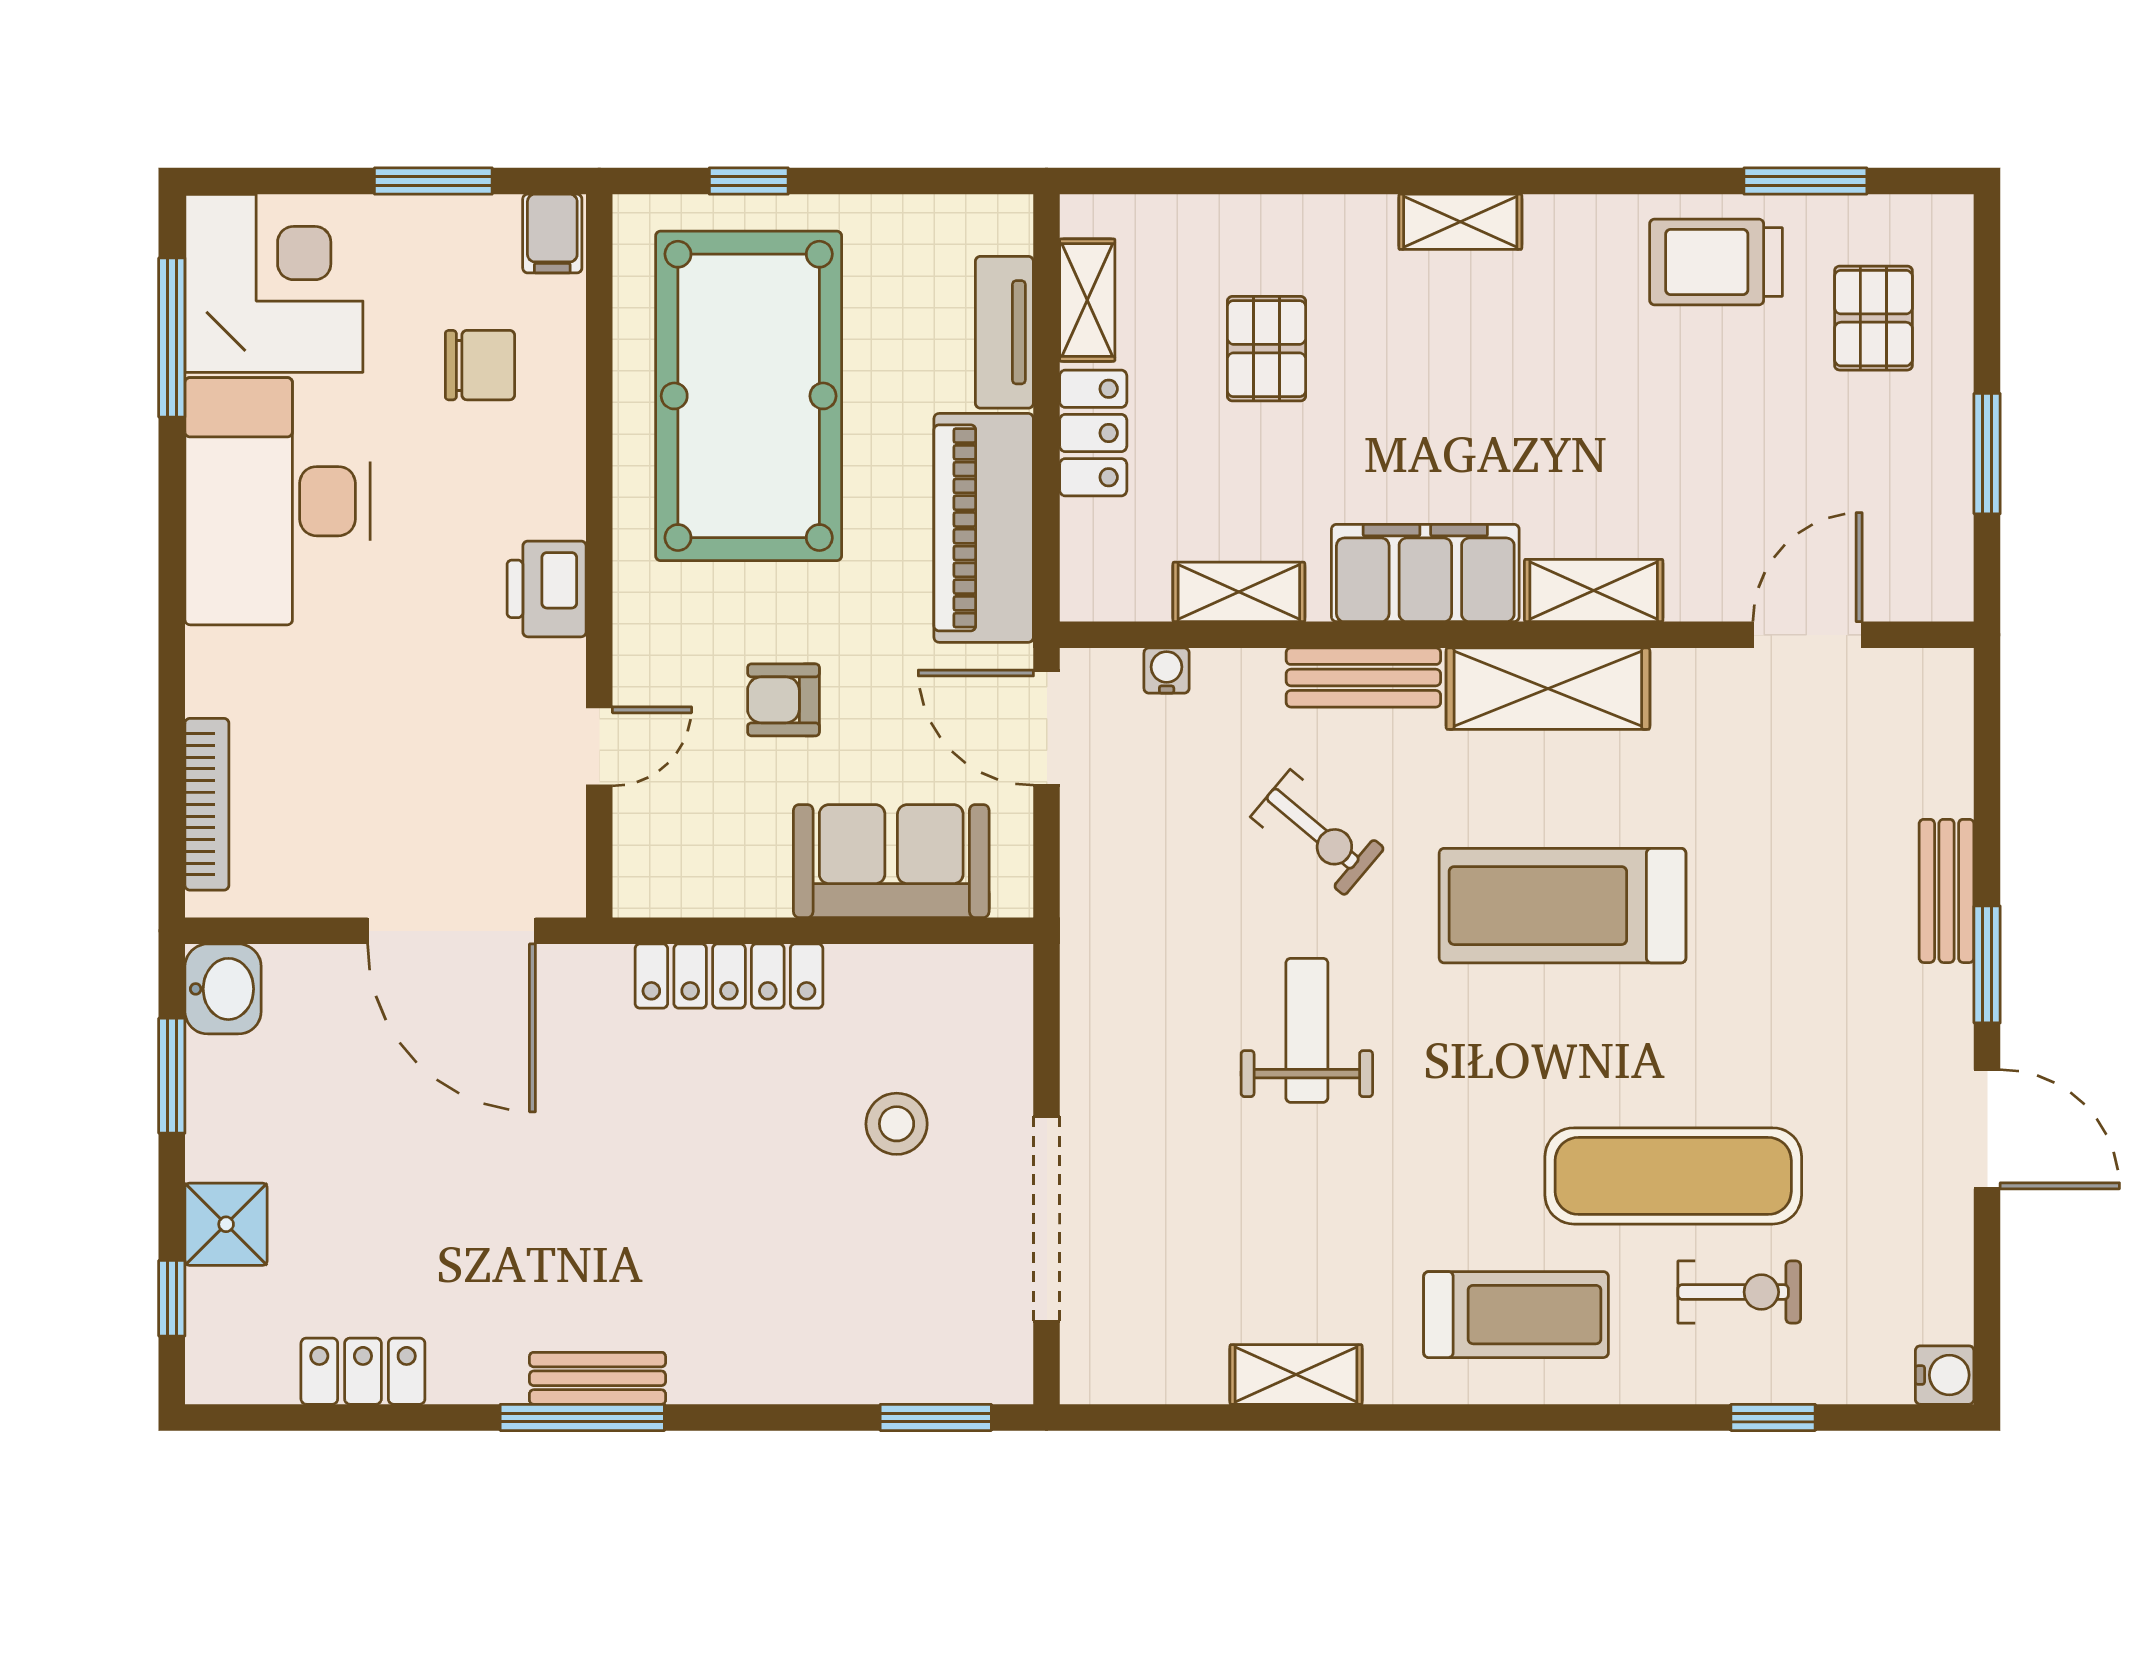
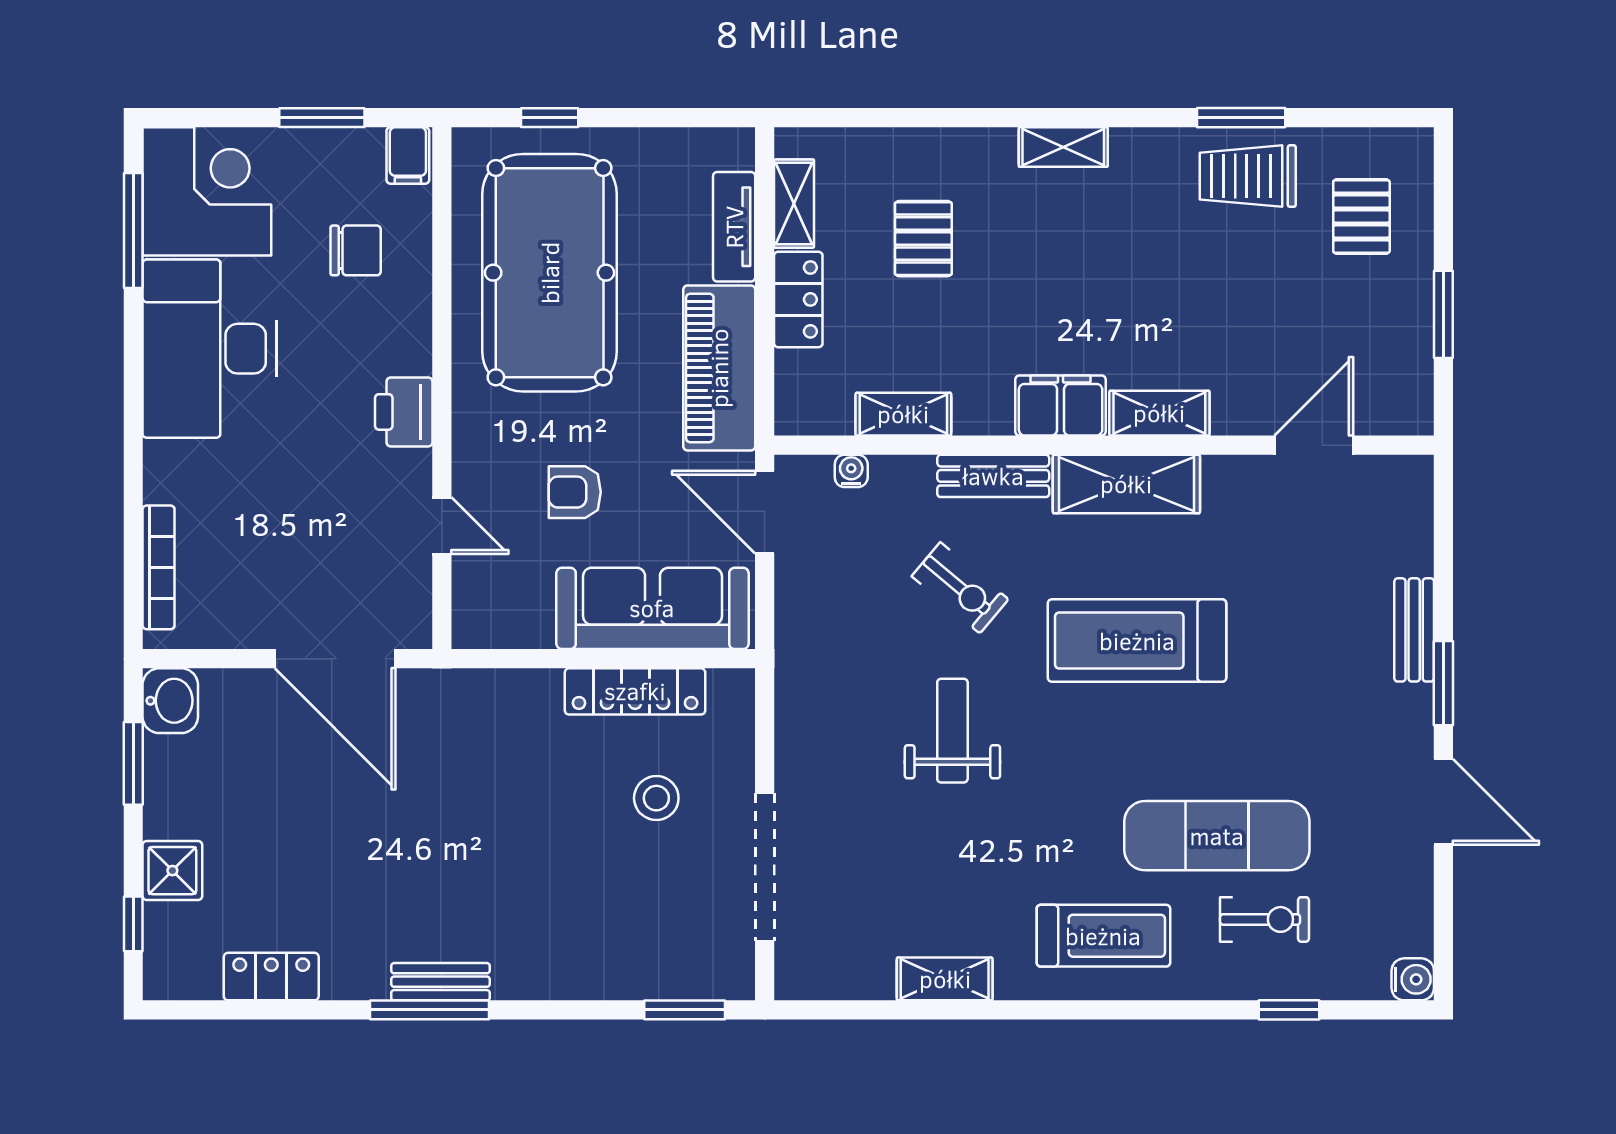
window: (1805, 181) -> (1241, 118), moved
filing cabinet: (1425, 573) -> (1061, 406), width x0.67, depth x0.86
door: (599, 746) -> (442, 526), hinge flipped
sofa: (891, 861) -> (652, 608), width x1.36
locker: (729, 976) -> (635, 691), moved

